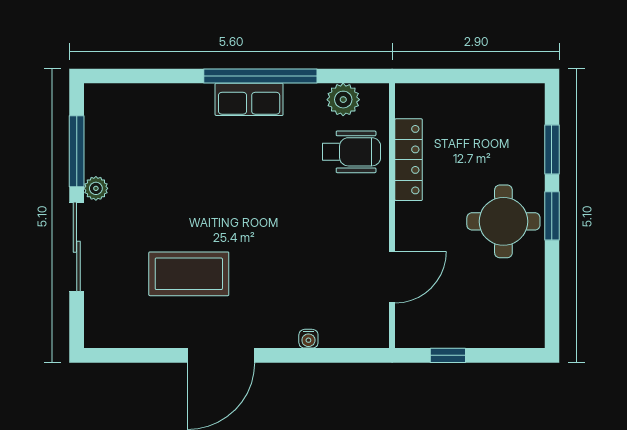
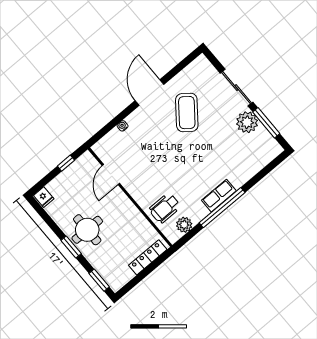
window: (552, 149) -> (99, 280), moved
locker: (409, 160) -> (148, 257), moved, turned 90
plant: (96, 188) -> (247, 122), width x1.88, depth x1.88
coffee table: (189, 274) -> (187, 113), turned -52
fridge: (529, 331) -> (44, 197), added

